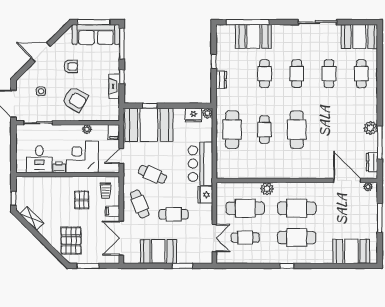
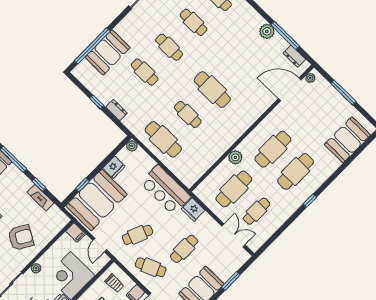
fridge: (193, 115) -> (114, 167), moved
plant: (87, 129) -> (36, 268), moved

